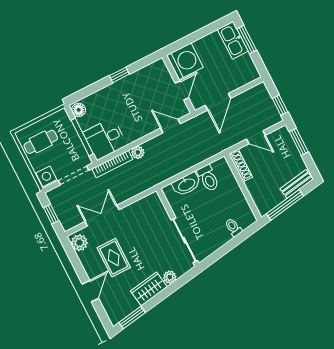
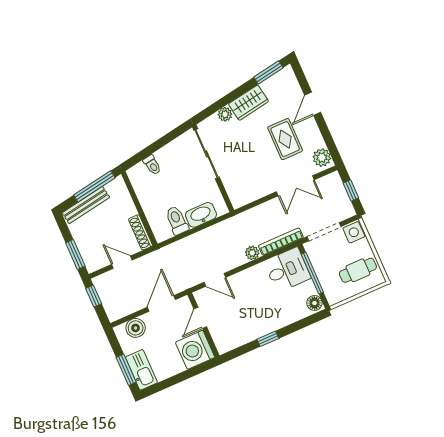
boiler: (240, 78) -> (136, 328), added
bench: (296, 184) -> (86, 205), width x1.36

